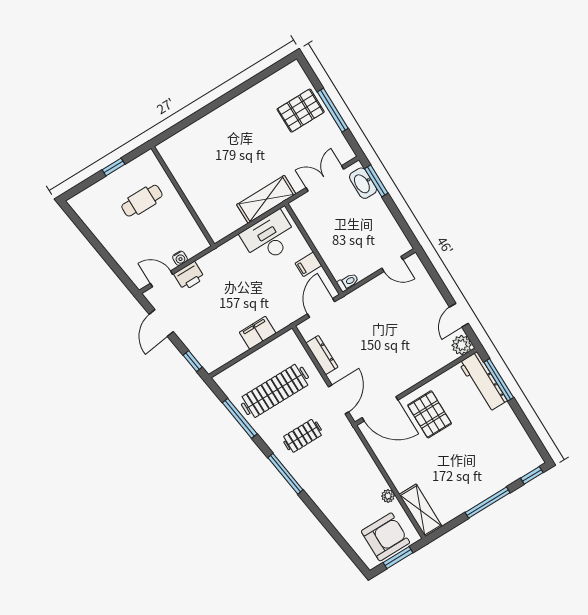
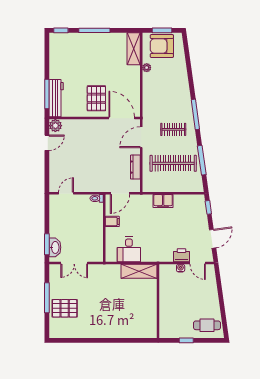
shelving: (266, 199) -> (139, 271), moved
cafe table: (142, 201) -> (207, 325), moved
desk: (269, 237) -> (129, 249), width x0.73
door: (392, 264) -> (66, 193), hinge flipped

